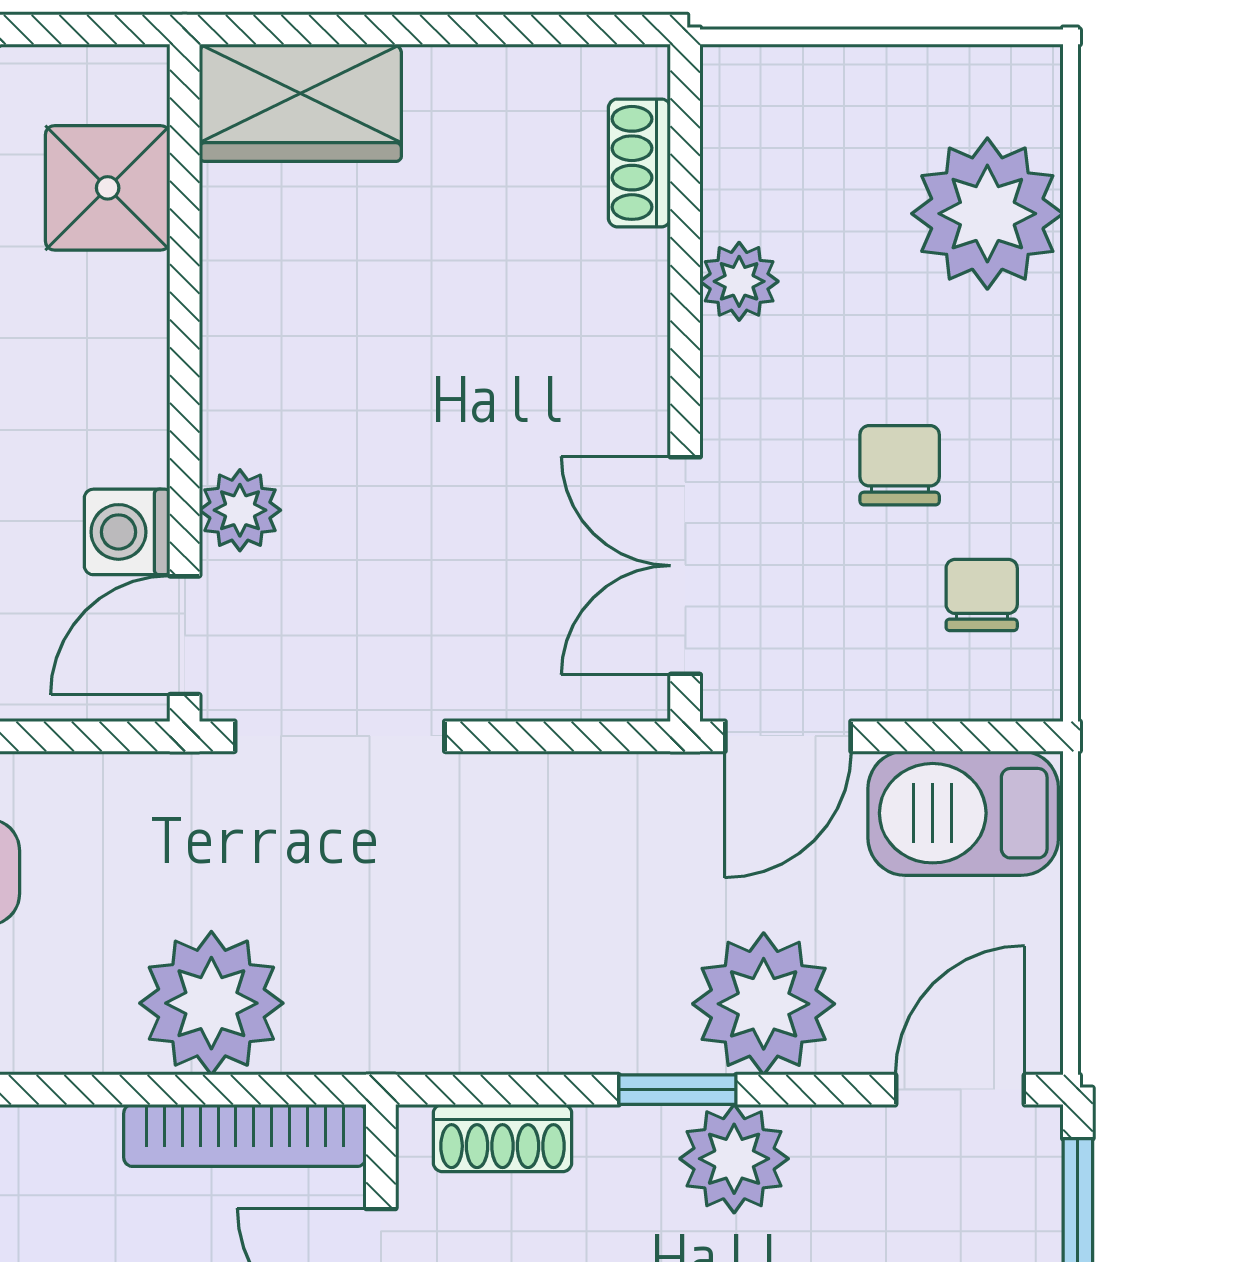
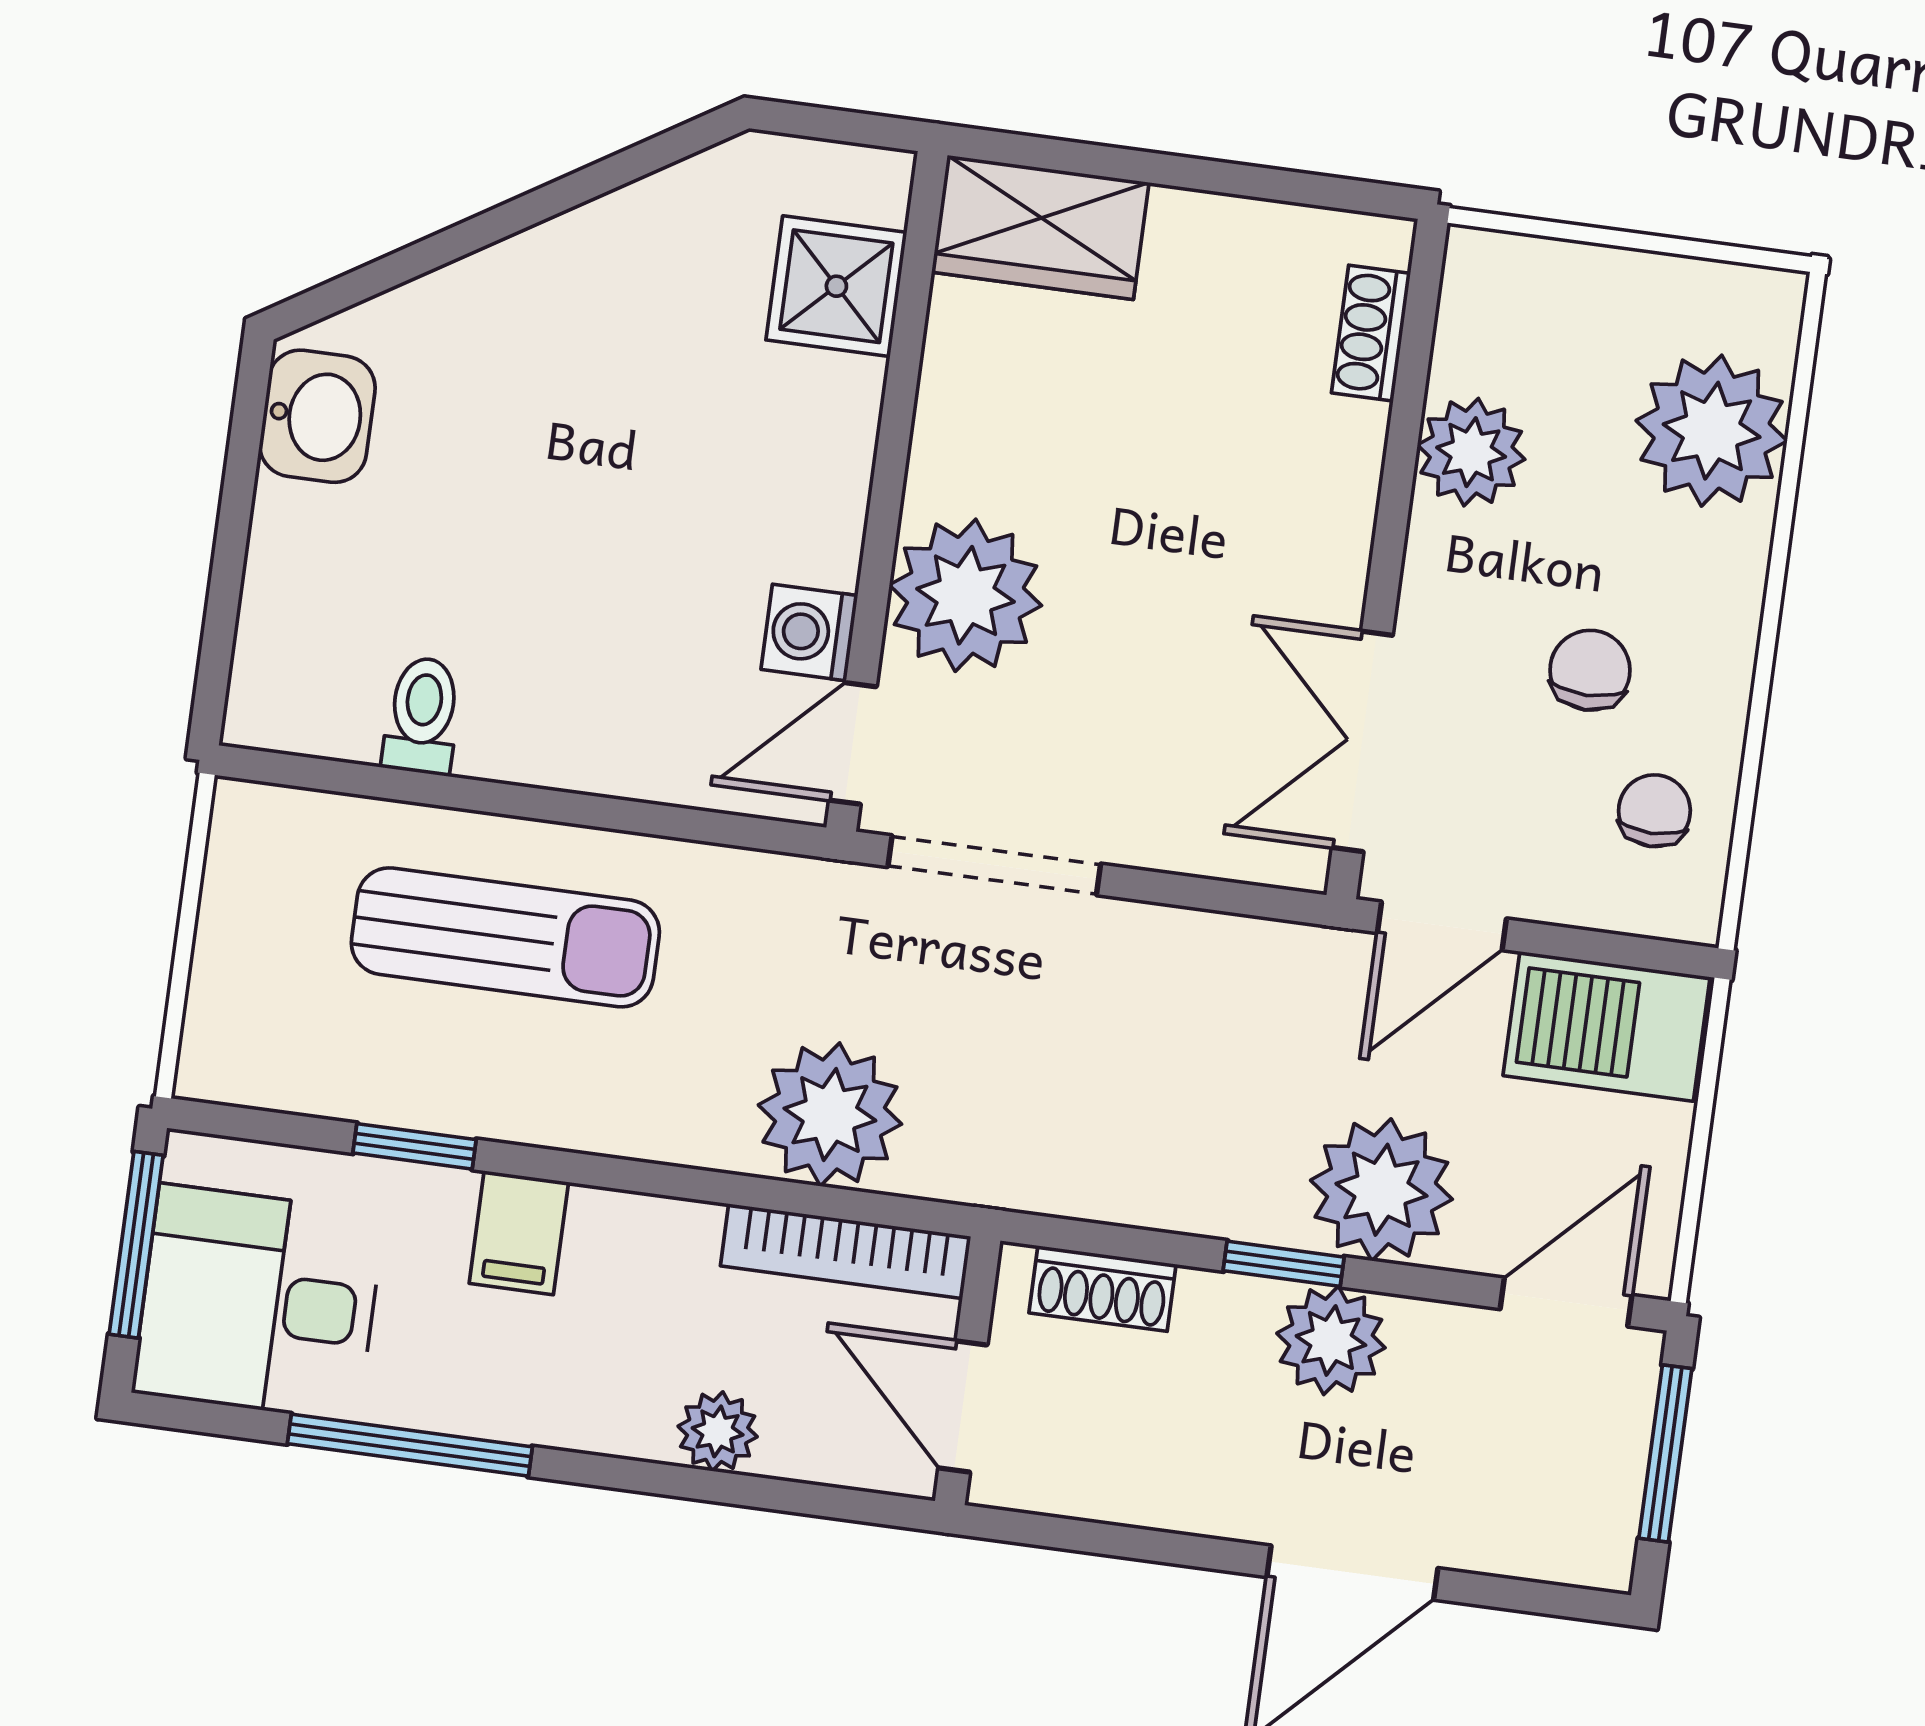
plant: (739, 281) -> (1471, 452), width x1.38, depth x1.38
plant: (240, 510) -> (965, 595), width x1.87, depth x1.87

